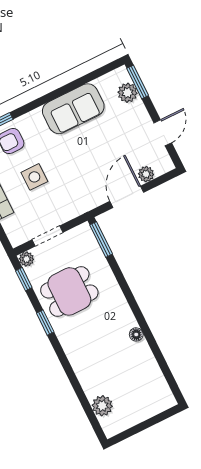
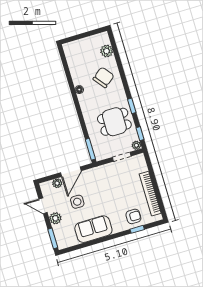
plant: (127, 93) -> (55, 218), moved
door: (163, 133) -> (43, 206), hinge flipped
side table: (34, 177) -> (77, 202), moved
chair: (100, 361) -> (104, 77), added

